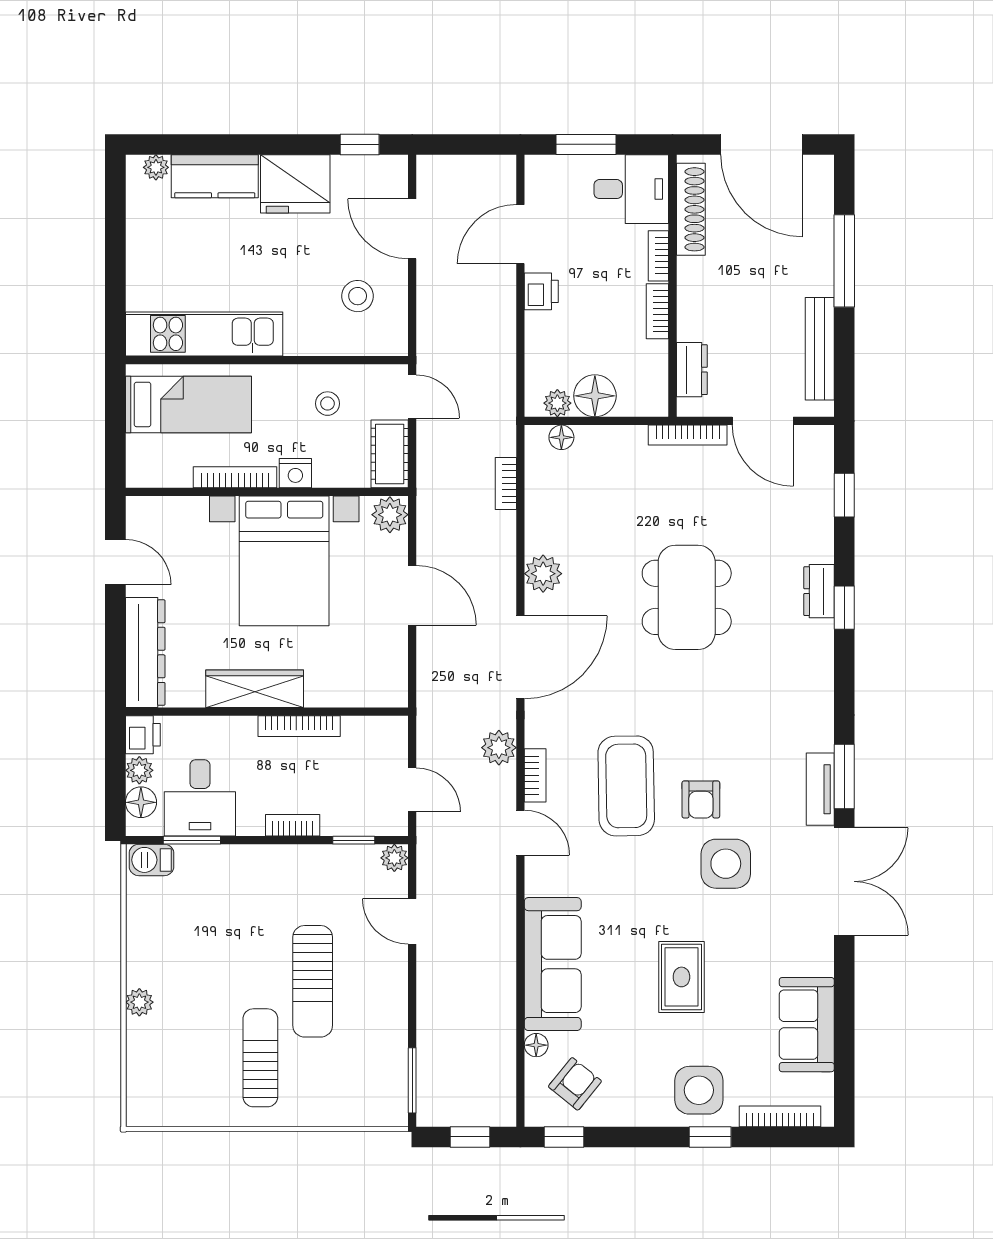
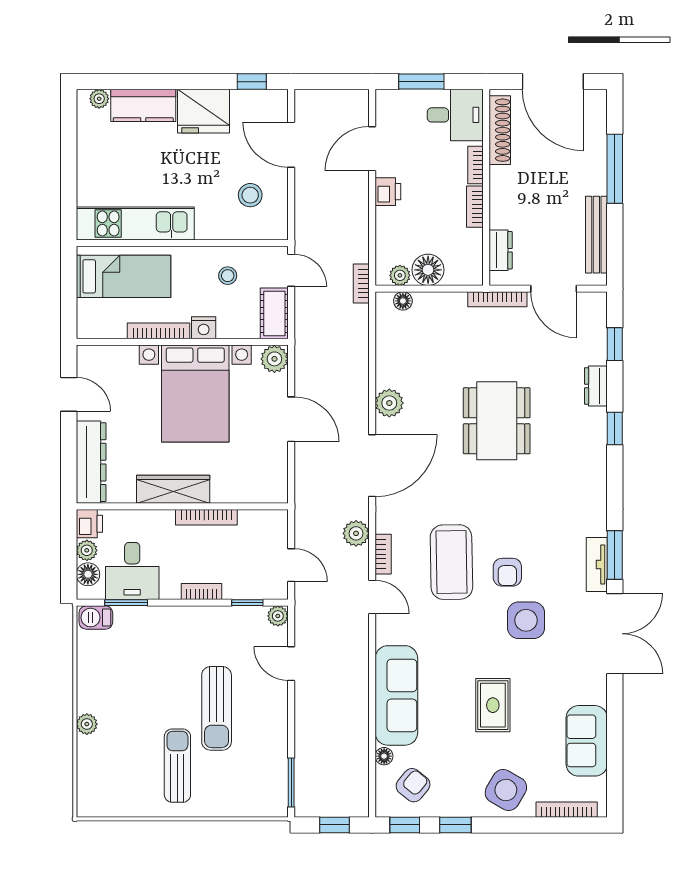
bookcase: (506, 483) -> (361, 283), moved
dresser: (819, 591) -> (596, 386), moved
side table: (699, 1090) -> (506, 790), turned 30
window: (710, 1137) -> (455, 825), moved

